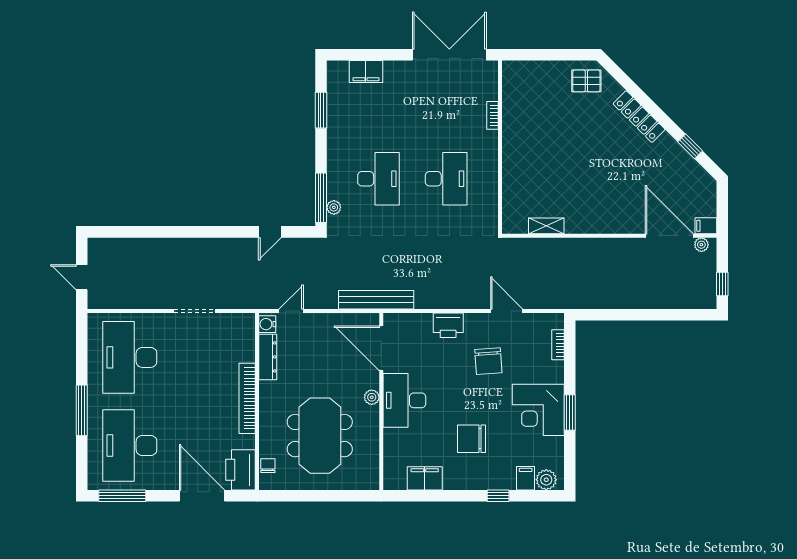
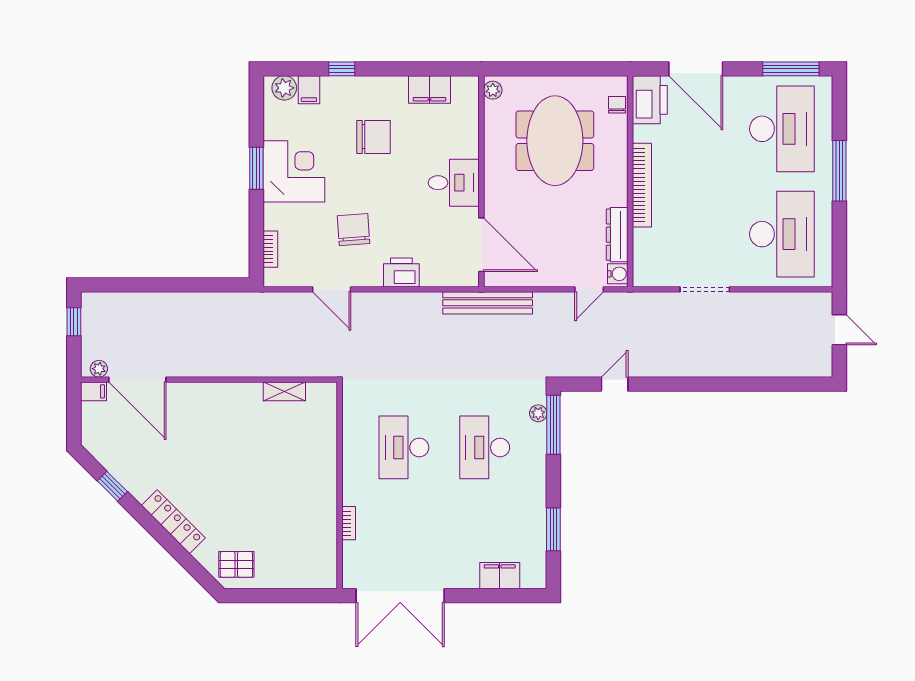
plant: (372, 397) -> (493, 90), moved
desk: (404, 400) -> (454, 183), width x0.73
chair: (268, 466) -> (617, 105), turned 180

